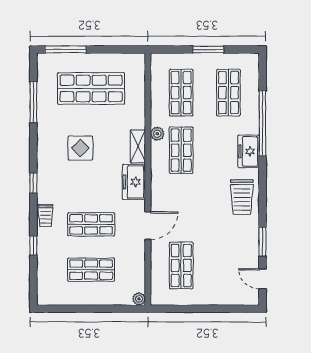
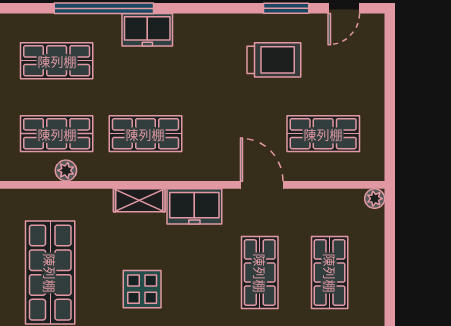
plant: (157, 134) -> (66, 170), moved
trolley: (242, 197) -> (274, 60), moved

